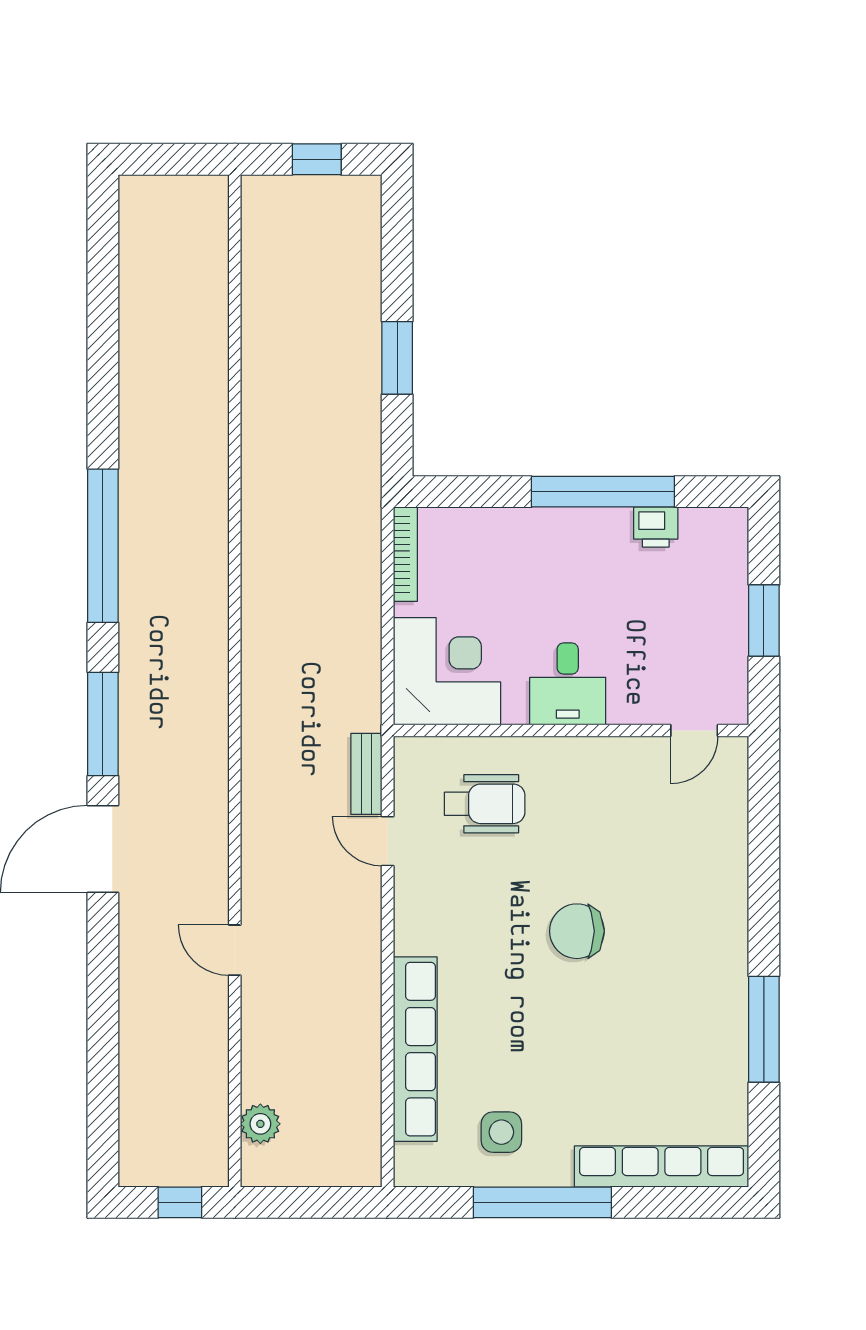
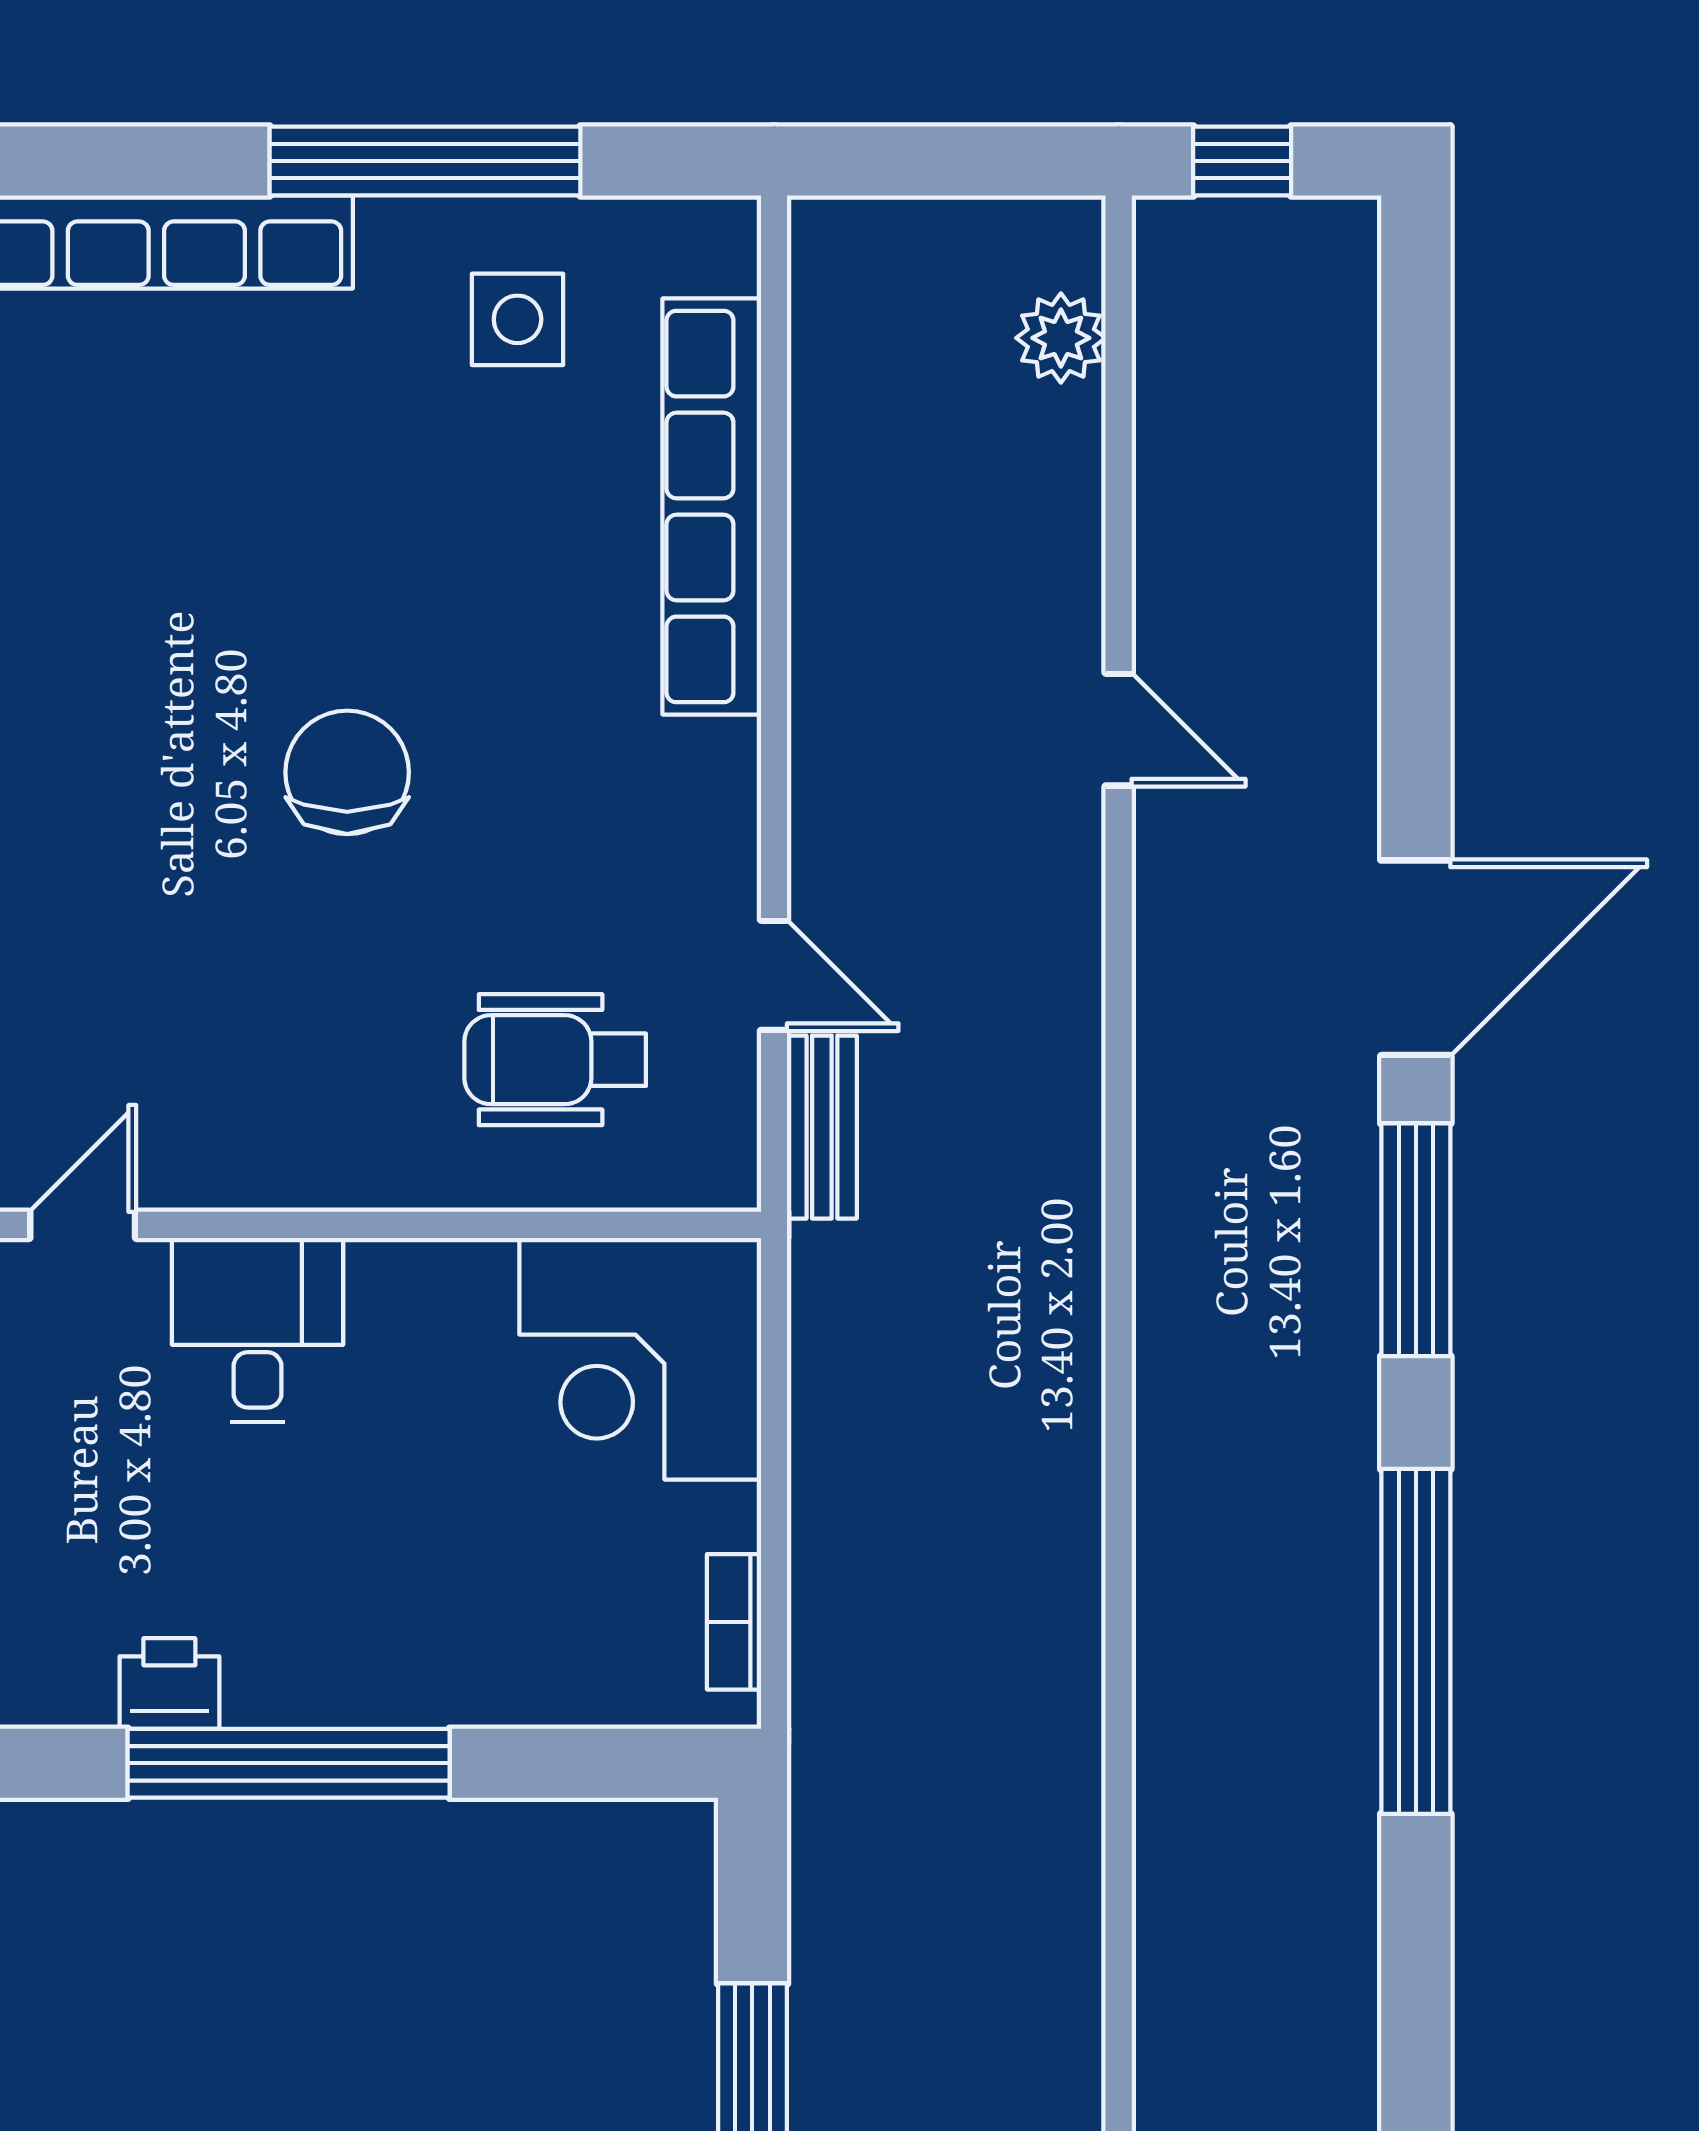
bookcase: (405, 554) -> (734, 1622), width x0.64
desk: (568, 684) -> (258, 1330), moved
chair: (577, 931) -> (347, 772), turned -90

